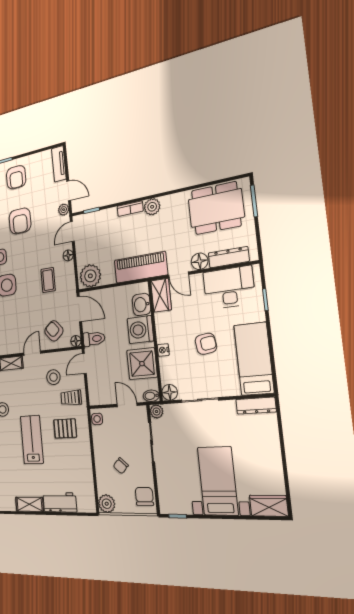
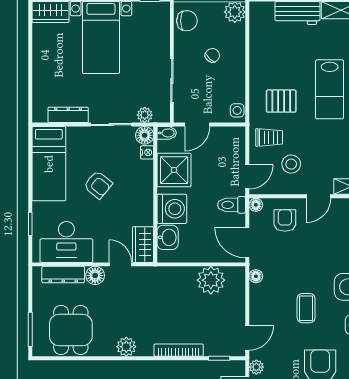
plant: (152, 207) -> (126, 347), moved
dining table: (216, 208) -> (71, 330), width x0.73
bookcase: (130, 209) -> (179, 350), width x1.56
floor lamp: (68, 255) -> (256, 276), moved
piano: (141, 267) -> (164, 280), removed
plant: (90, 276) -> (211, 280), moved
coffee table: (48, 280) -> (306, 308), moved
armchair: (54, 331) -> (285, 220), turned -140
armchair: (206, 344) -> (98, 185), turned -133
nightstand: (163, 350) -> (147, 152), moved
door: (127, 405) -> (197, 125), hinge flipped
dresser: (256, 406) -> (68, 115), moved
plant: (157, 411) -> (145, 115), moved
chair: (144, 496) -> (187, 21), turned -90

